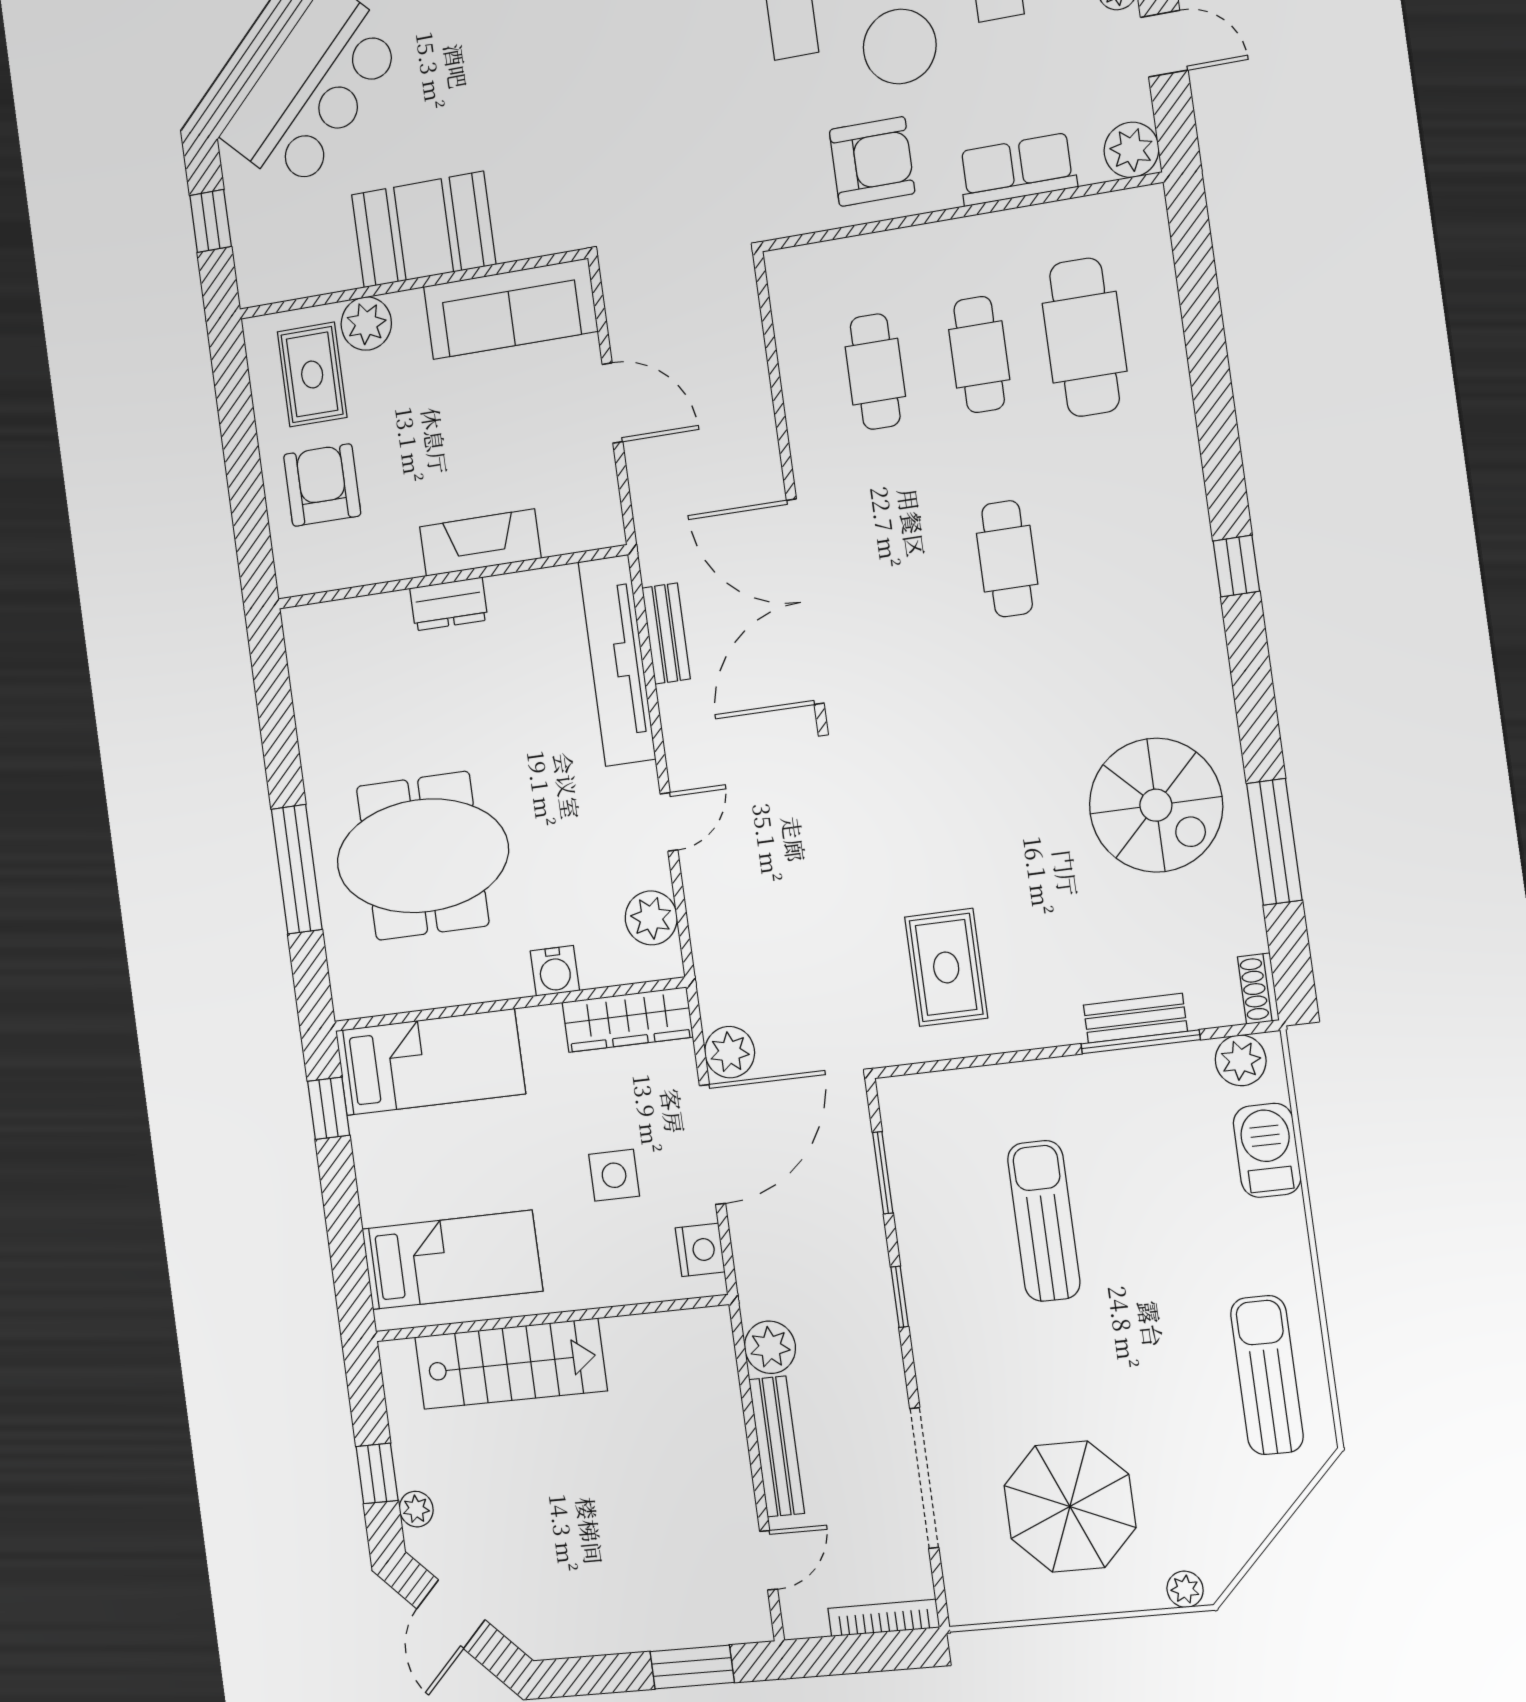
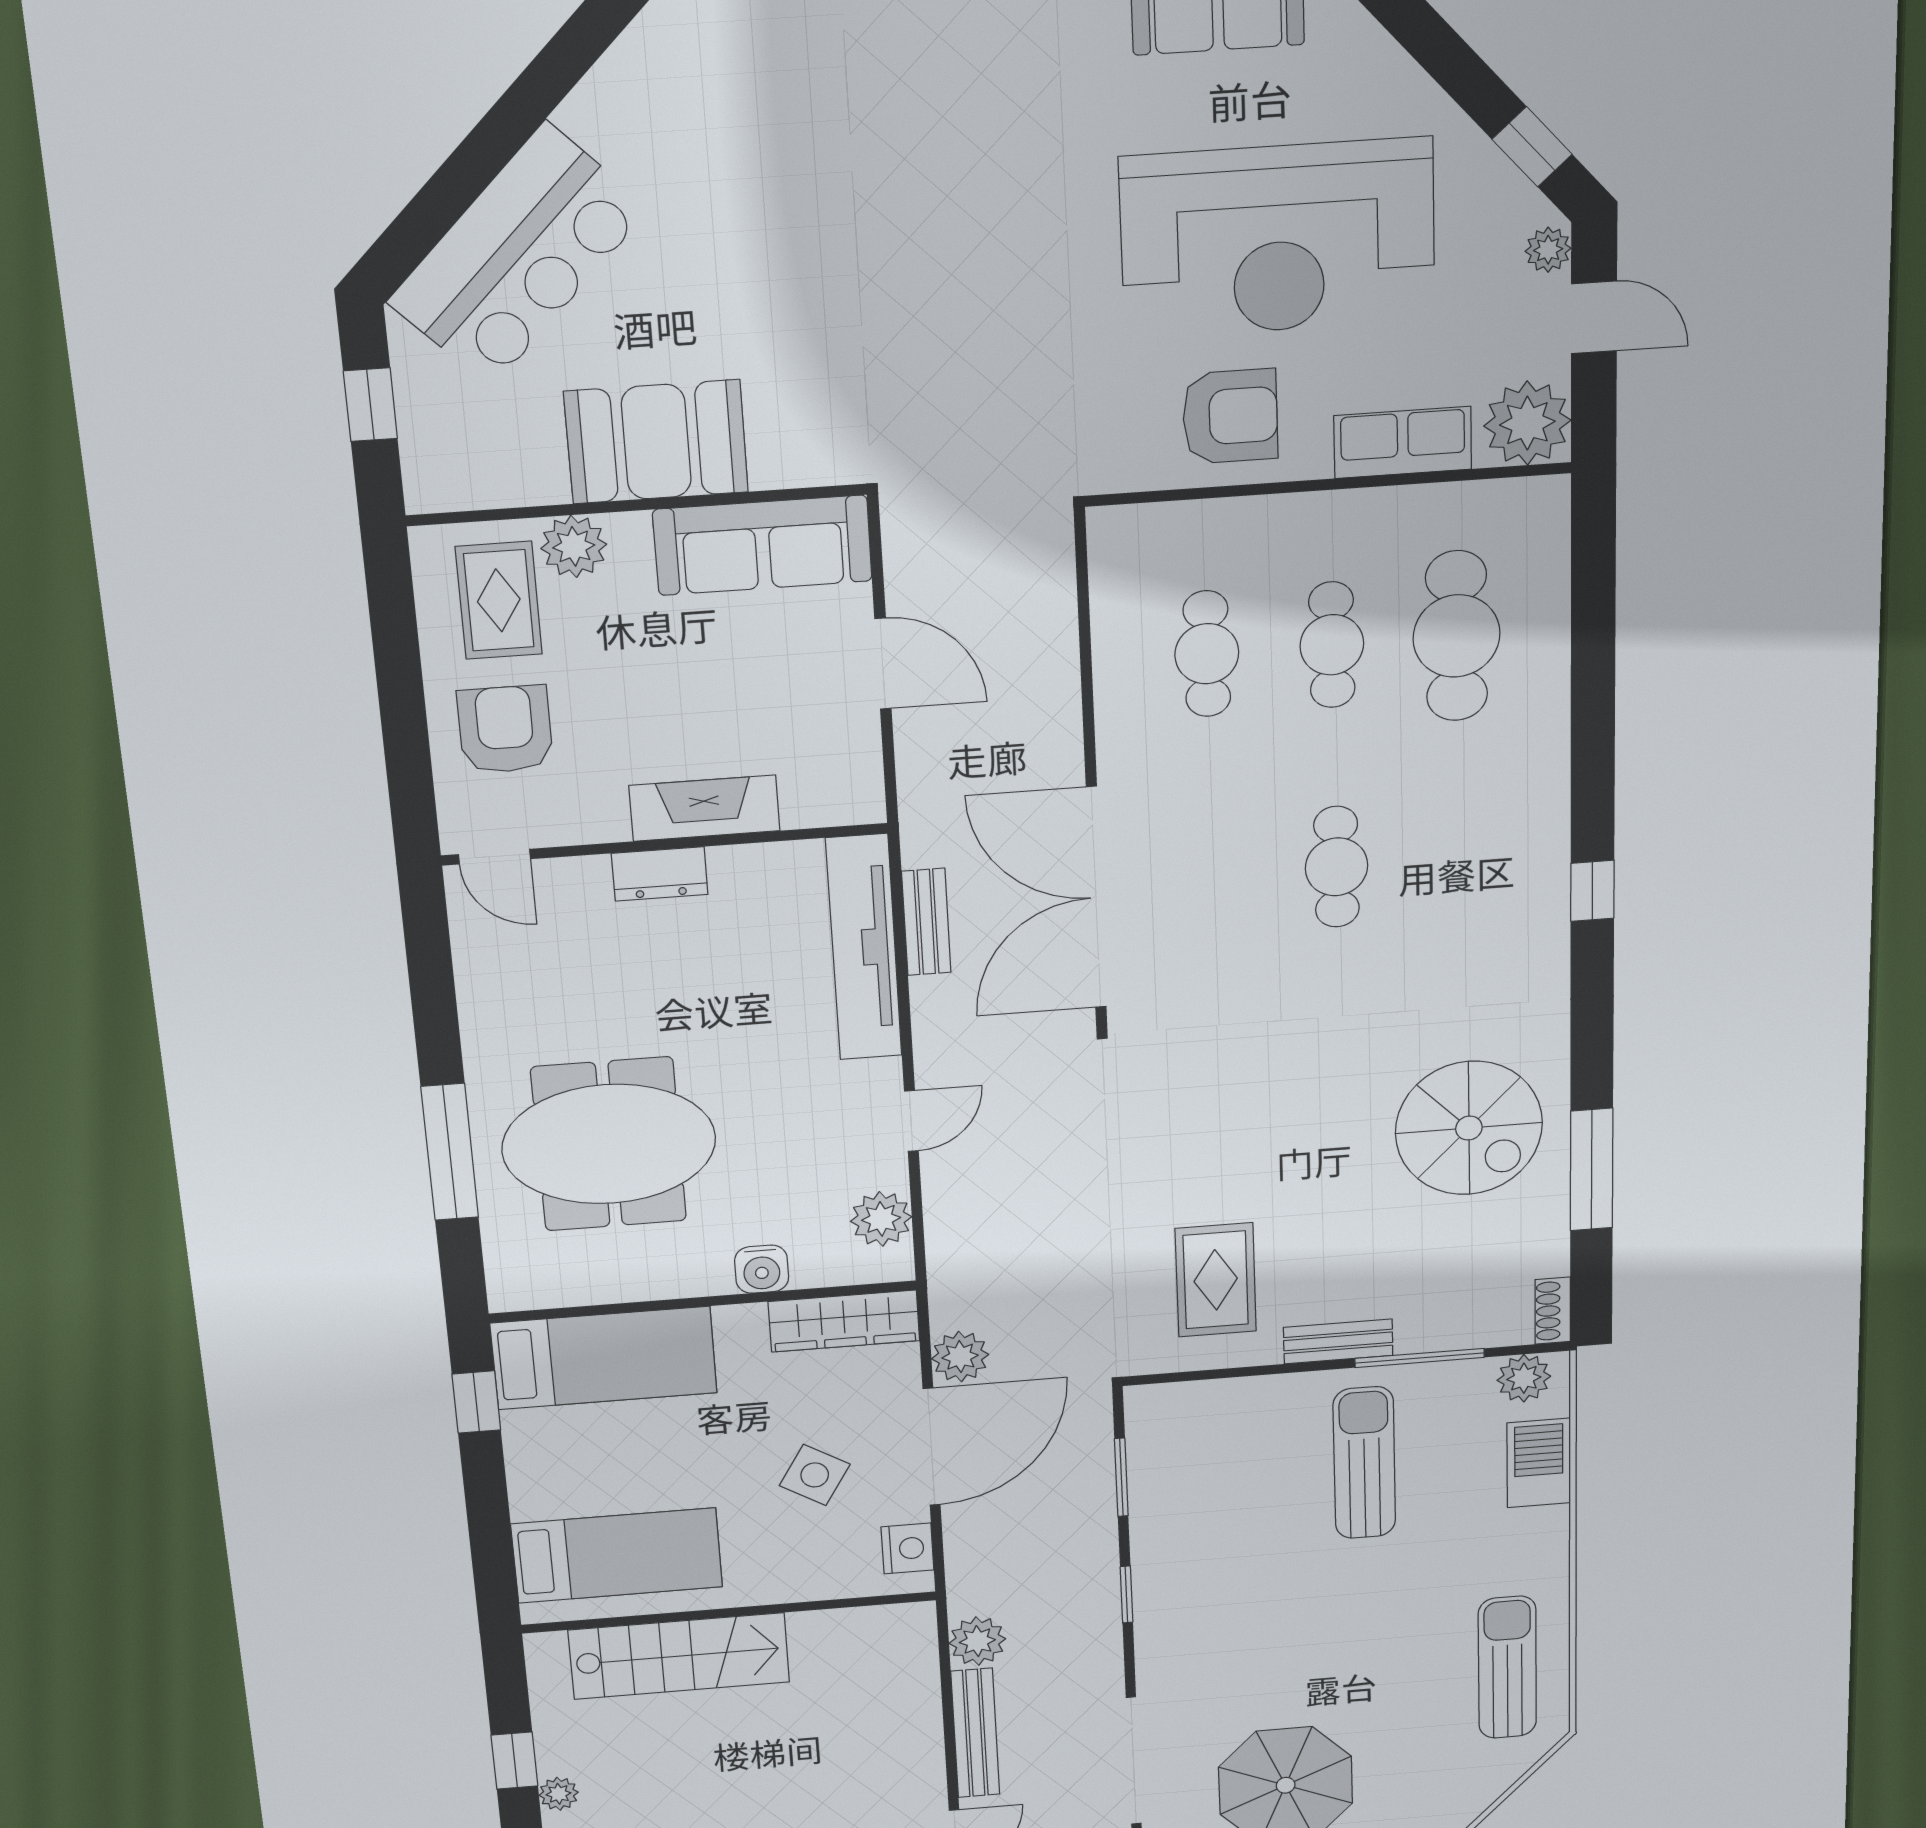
plant: (1131, 150) -> (1527, 423), width x1.36, depth x1.36
door: (319, 597) -> (494, 857), added
bench: (1135, 1018) -> (1338, 1341), moved
side table: (614, 1175) -> (815, 1475), turned 31
sun lounger: (1044, 1221) -> (1364, 1463), moved

